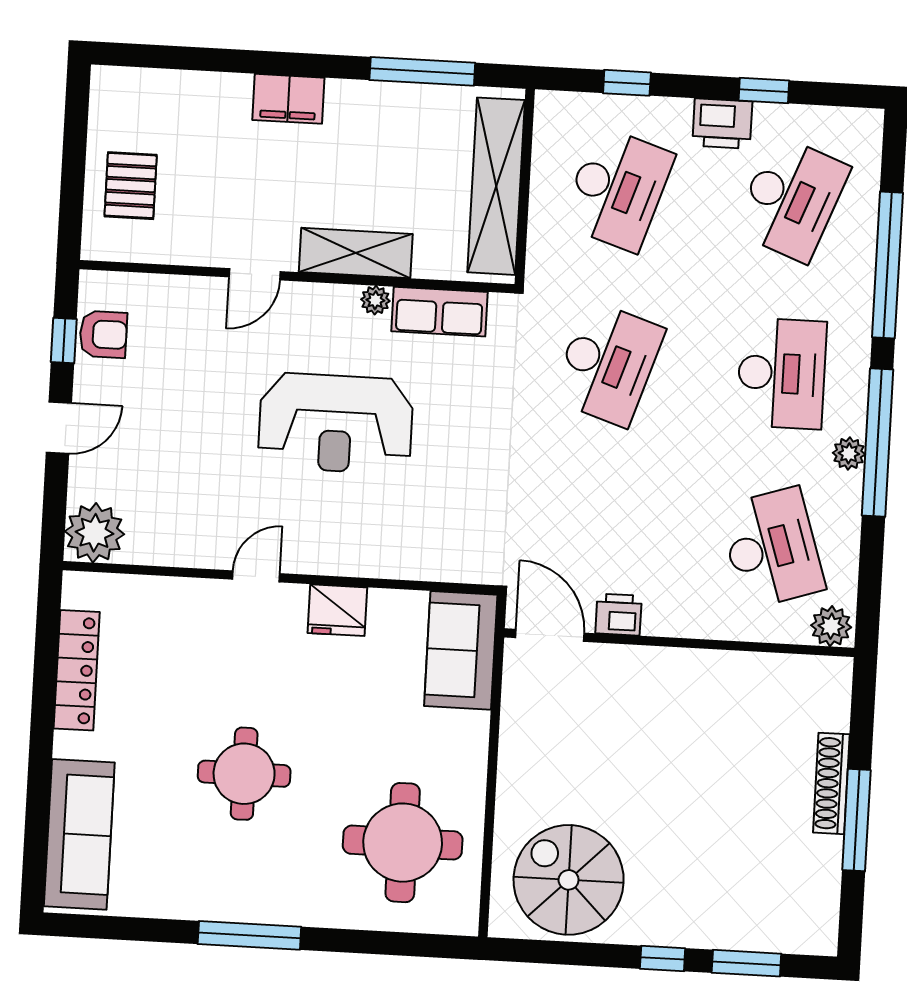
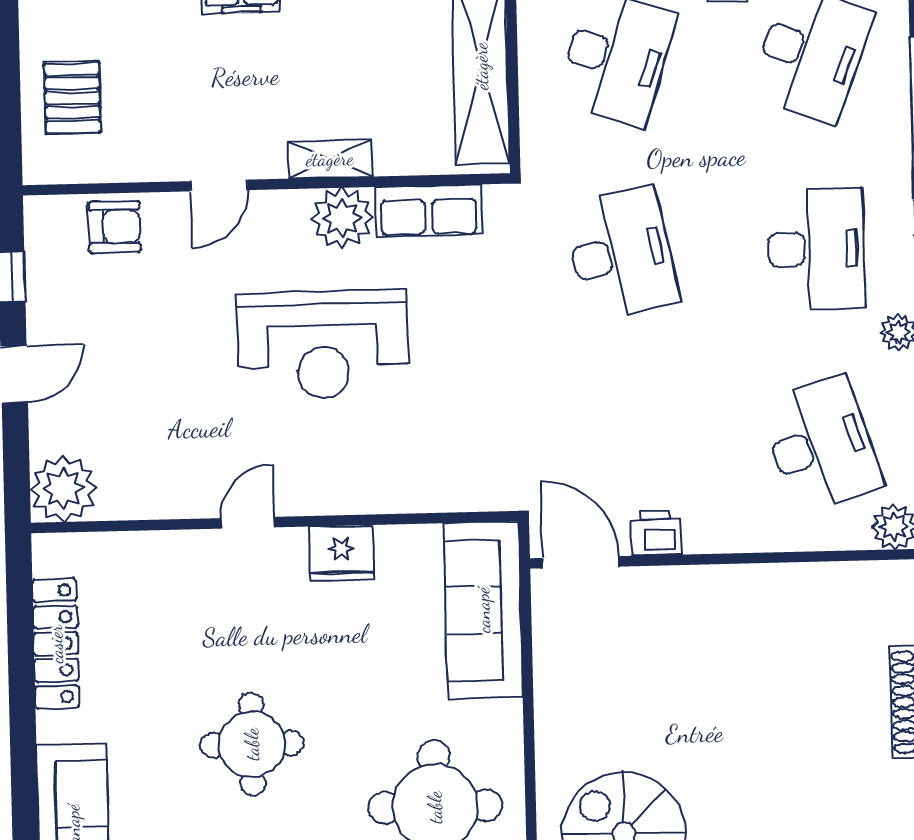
shelving: (356, 253) -> (330, 159), width x0.67, depth x0.75
plant: (375, 300) -> (342, 218), width x1.87, depth x1.87
armchair: (103, 334) -> (114, 227), moved
desk: (608, 364) -> (621, 254), turned -30
sofa: (461, 650) -> (483, 610), width x1.36

